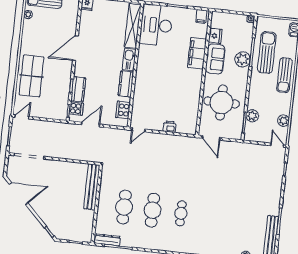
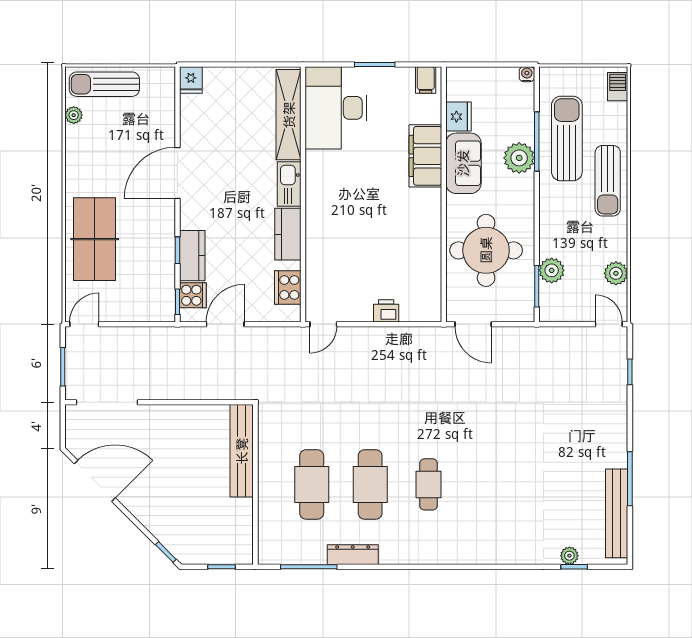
dresser: (108, 240) -> (353, 555), moved

